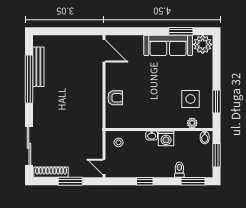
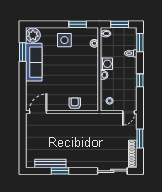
window: (29, 79) -> (60, 171), width x0.47
side table: (190, 99) -> (64, 40), moved

